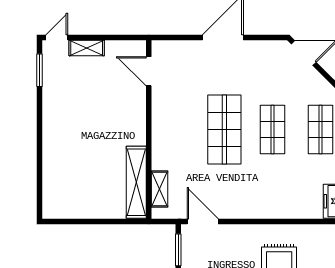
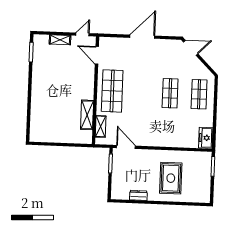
door: (57, 38) -> (82, 34), moved
shop shelf: (224, 130) -> (112, 91), moved
shelving: (136, 182) -> (87, 115), width x0.68

